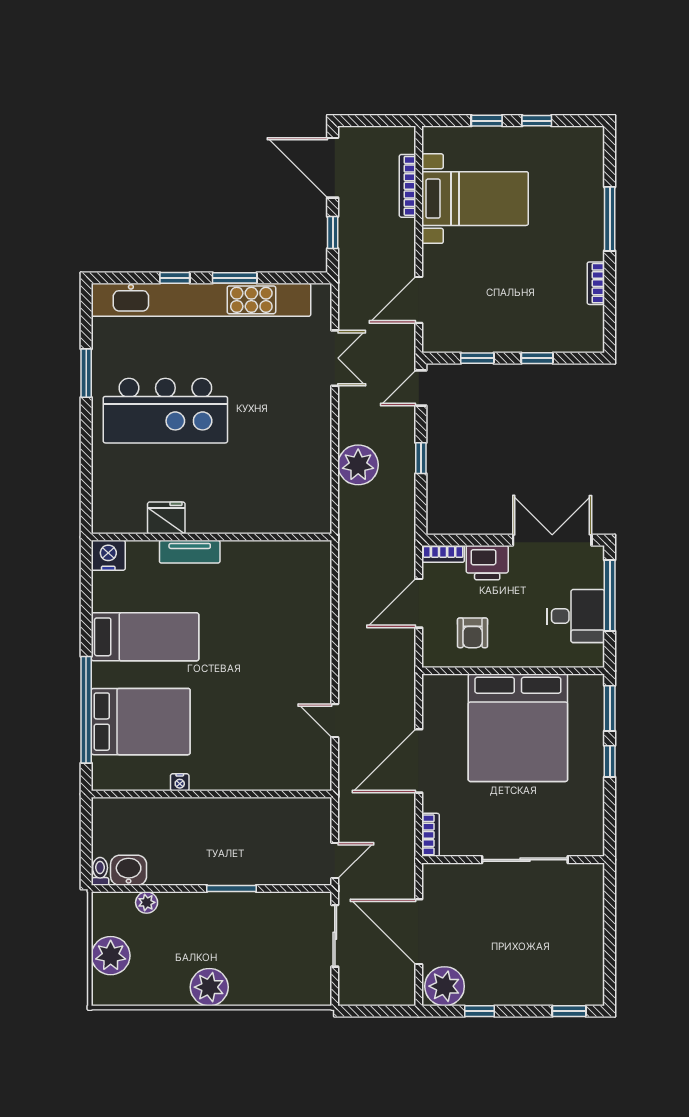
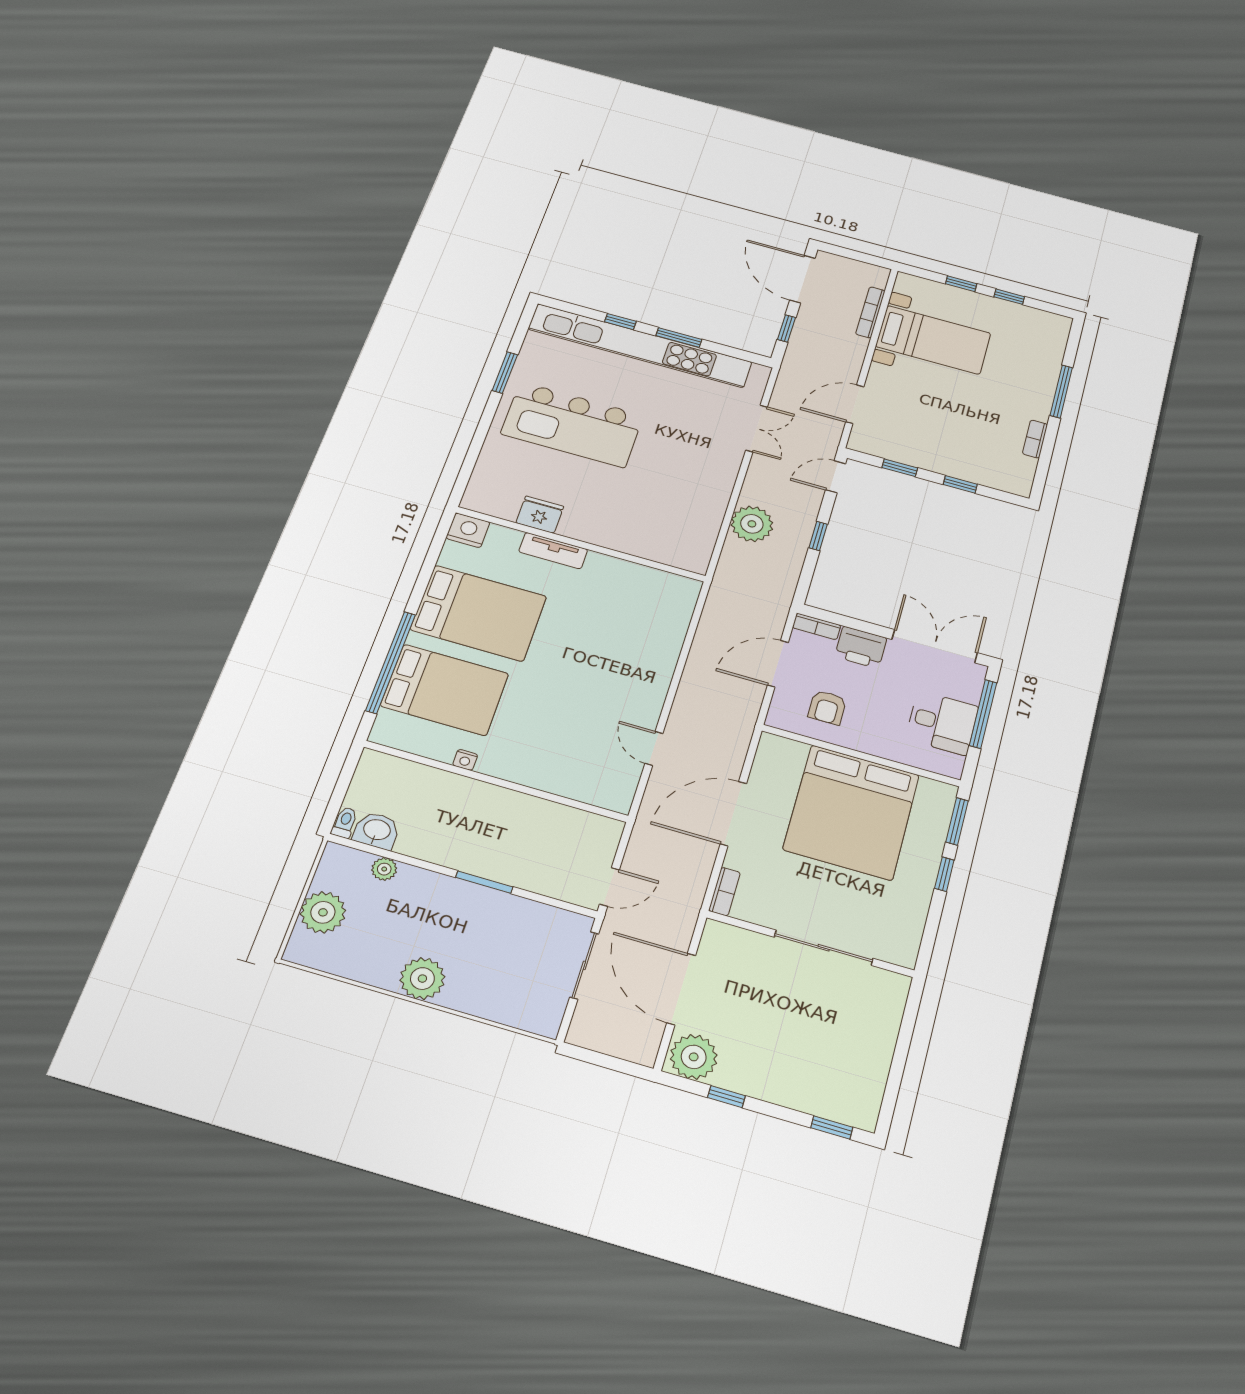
bed: (145, 637) -> (479, 613), width x1.50

